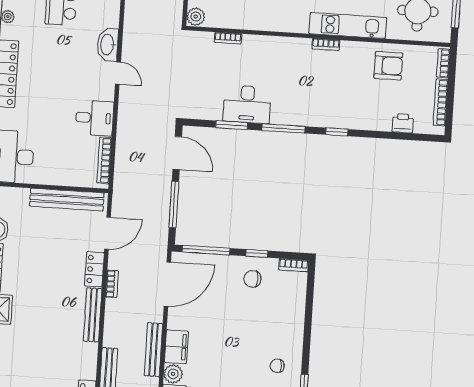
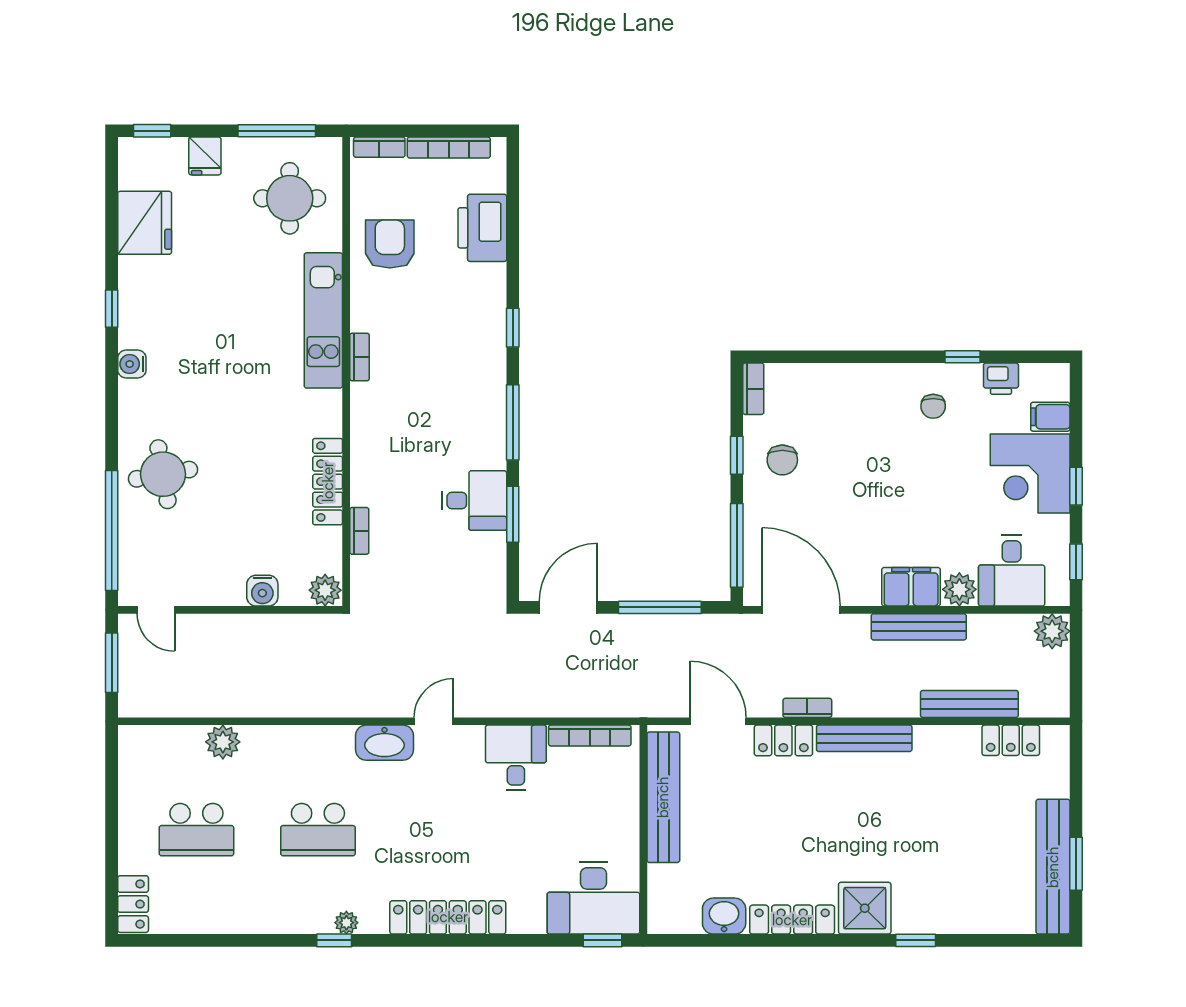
locker: (257, 22) -> (328, 482), added
desk: (247, 104) -> (474, 501), width x0.73
printer: (403, 123) -> (482, 228), width x1.87, depth x1.48

